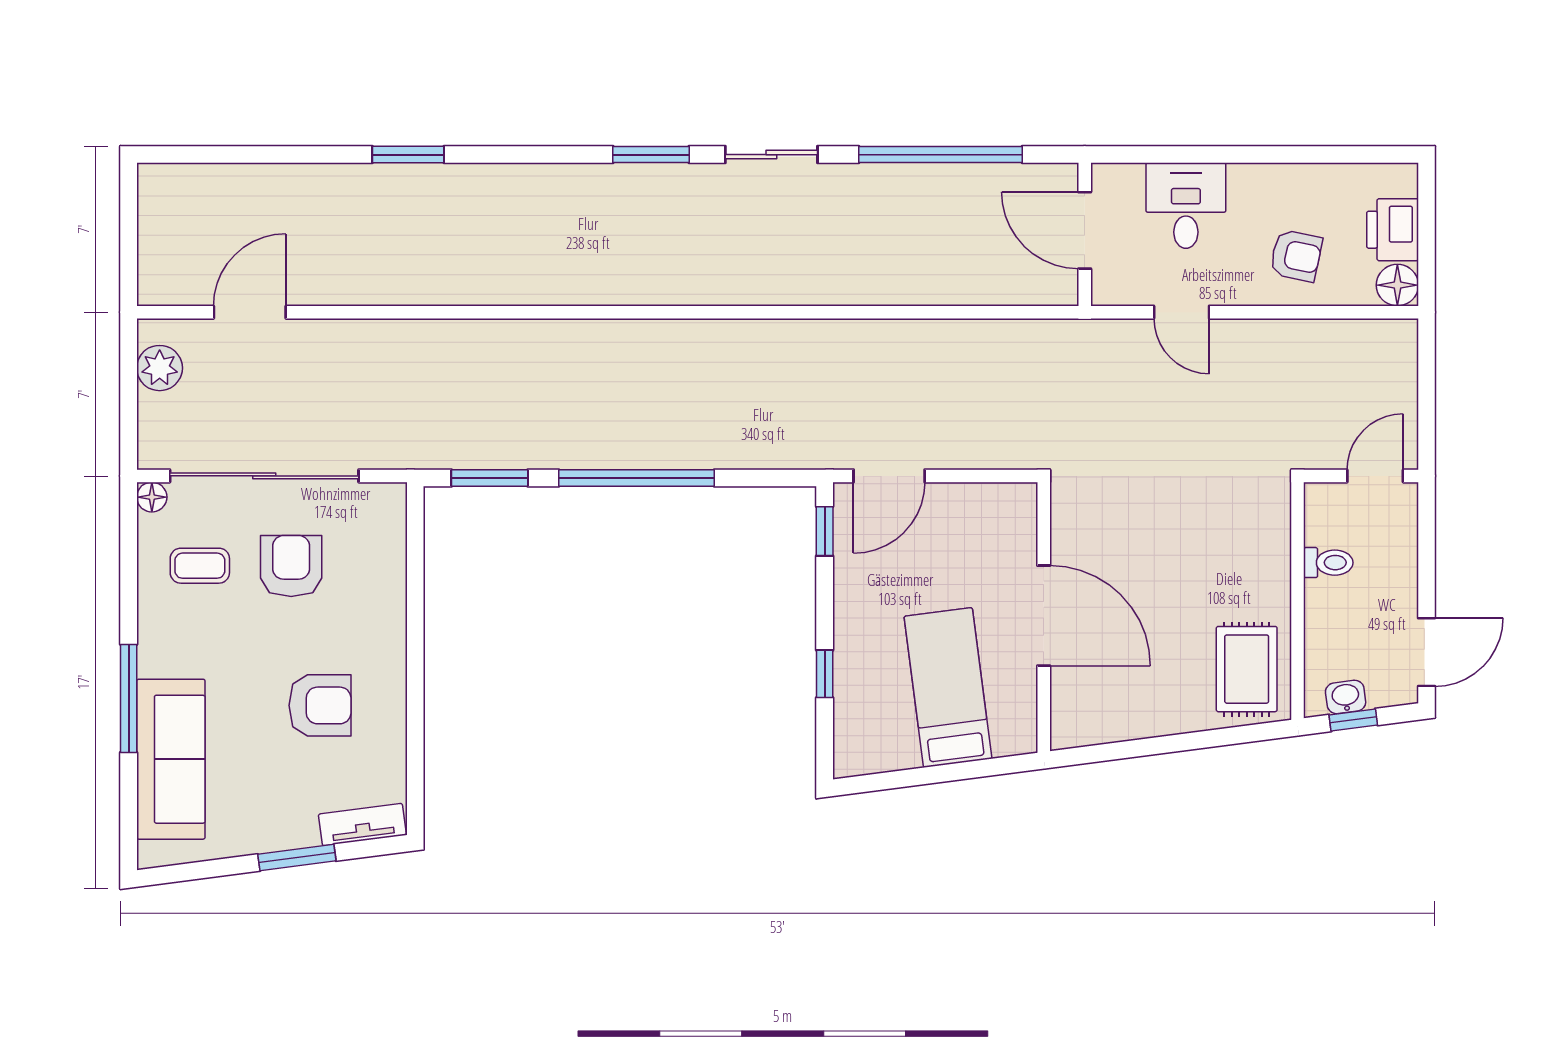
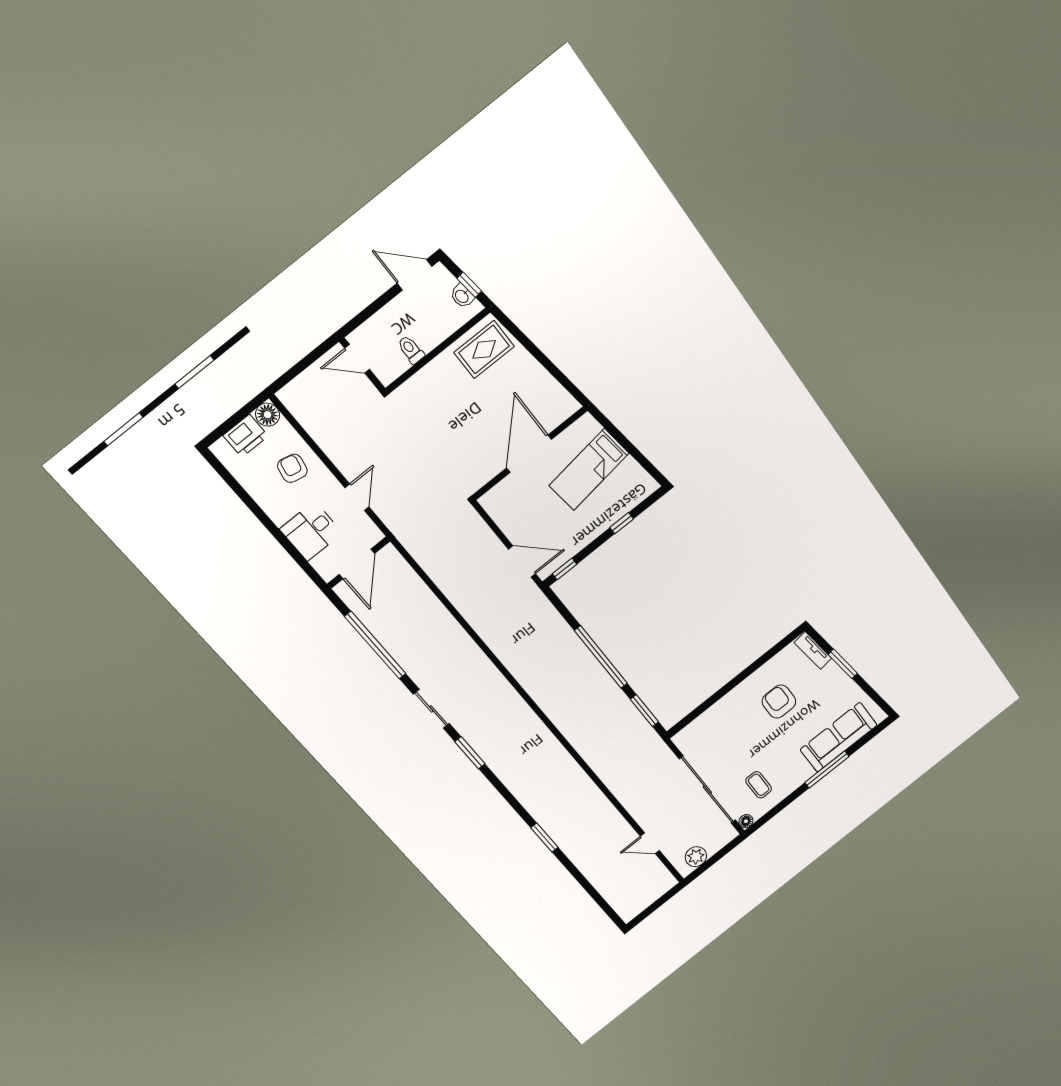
door: (250, 312) -> (650, 843), width x0.73
armchair: (291, 566) -> (734, 754), removed

